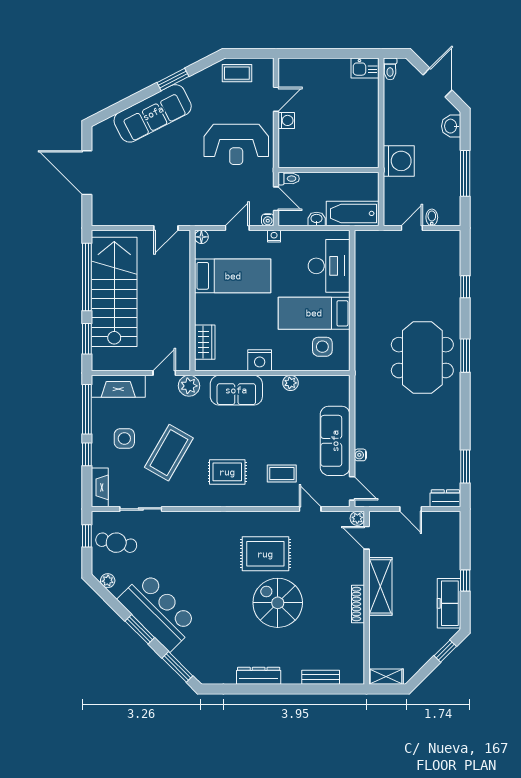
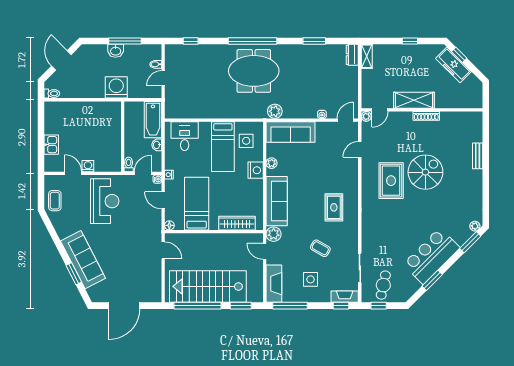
kitchen sink: (365, 68) -> (51, 145), moved
window: (173, 79) -> (74, 274), moved
door: (437, 83) -> (61, 60), hinge flipped
washbasin: (451, 126) -> (116, 51), moved
door: (412, 228) -> (163, 78), hinge flipped
desk: (329, 266) -> (185, 136), width x0.73
window: (465, 287) -> (191, 41), moved
wardrobe: (205, 342) -> (237, 223), width x1.50
window: (465, 356) -> (252, 41), width x2.11
nightstand: (260, 360) -> (256, 170), moved
plant: (365, 388) -> (275, 111), added
sofa: (236, 390) -> (277, 201), width x1.36
sofa: (335, 441) -> (291, 132), moved
coffee table: (169, 453) -> (320, 248), width x0.54, depth x0.58
window: (87, 454) -> (341, 306), moved
window: (465, 466) -> (314, 41), moved
coffee table: (282, 473) -> (335, 169), removed
door: (411, 509) -> (360, 79), removed
plant: (108, 581) -> (475, 226), moved
spiral stairs: (278, 603) -> (425, 172), turned 180
freezer: (449, 603) -> (453, 65), moved, turned 45
window: (140, 629) -> (432, 280), moved
dresser: (259, 676) -> (477, 185), removed
bench: (321, 677) -> (478, 156), moved
shelving: (386, 677) -> (367, 56), moved

